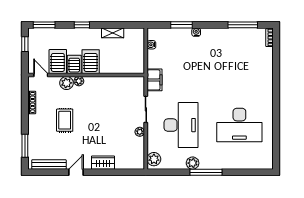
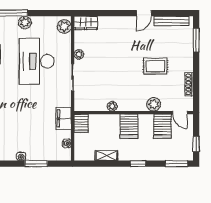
server rack: (74, 64) -> (81, 123), moved
filing cabinet: (155, 80) -> (64, 118), moved
plant: (79, 81) -> (112, 106), moved
rug: (65, 120) -> (155, 66), turned 90
wardrobe: (103, 163) -> (86, 23), moved

